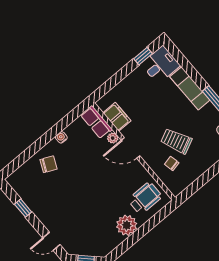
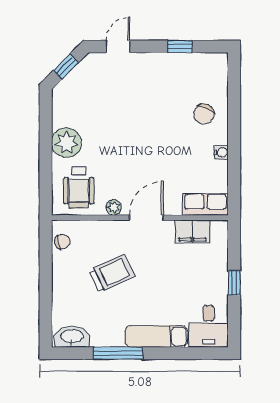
window: (143, 56) -> (234, 283), moved
plant: (113, 138) -> (114, 207), moved
chair: (172, 163) -> (62, 242), moved

